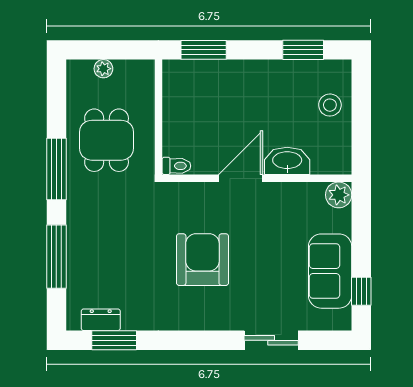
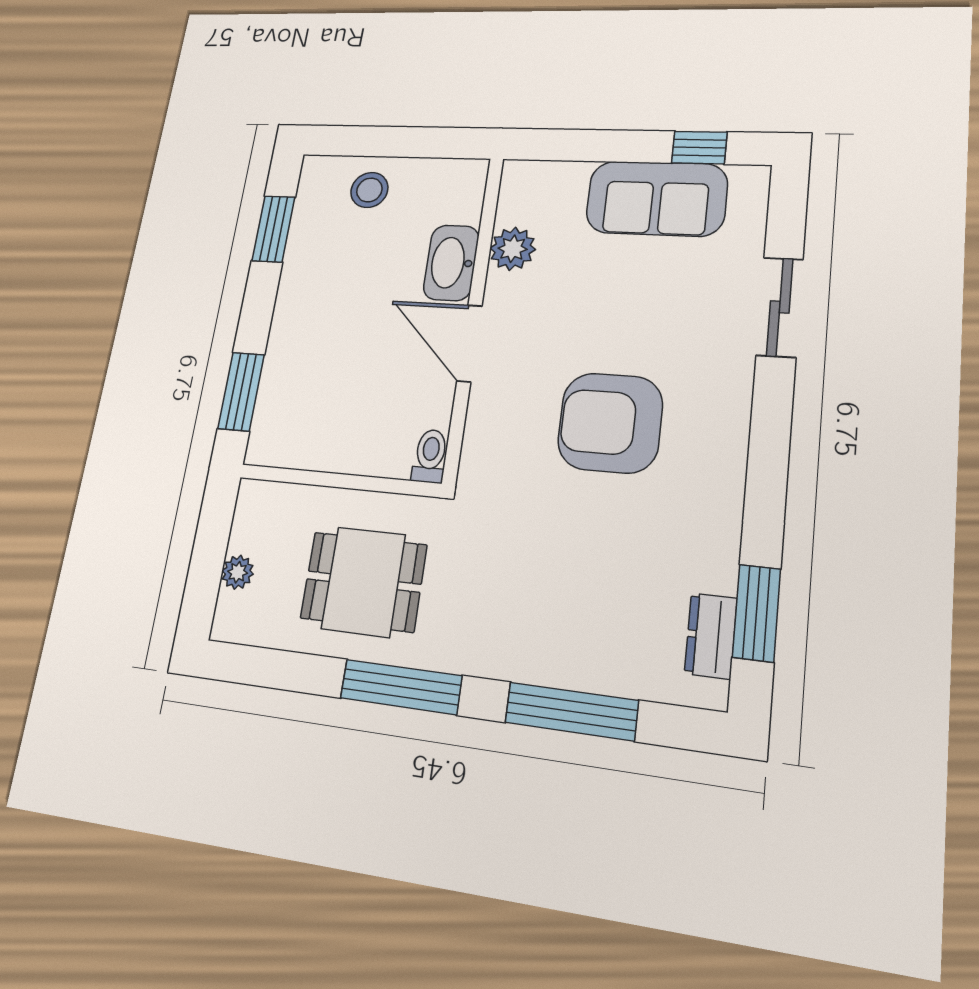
plant: (339, 195) -> (513, 249), moved

